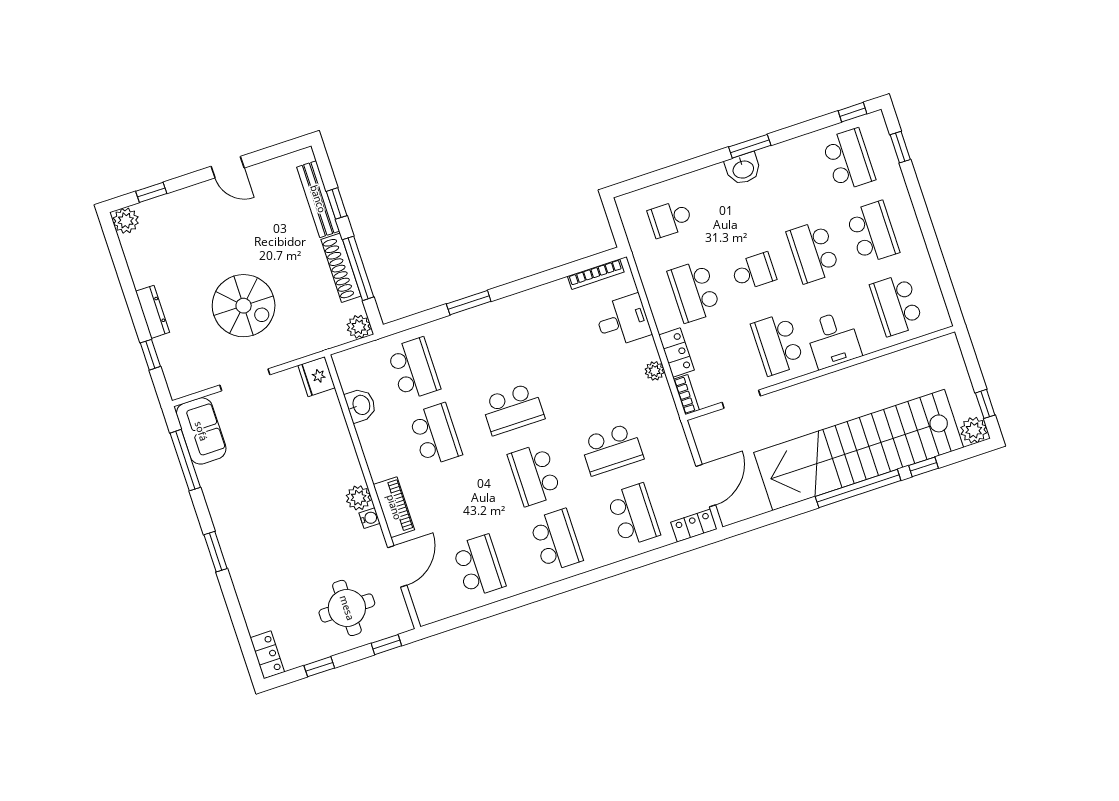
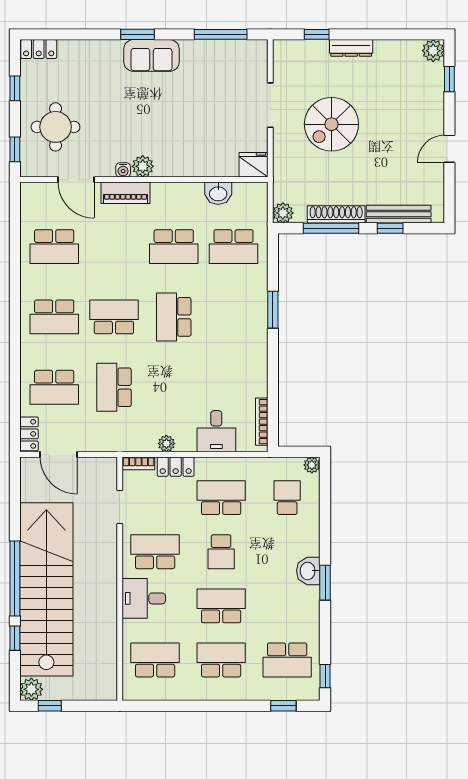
plant: (625, 203) -> (312, 465), added
school desk: (873, 232) -> (221, 660), turned 180
sofa: (201, 431) -> (151, 55), moved

